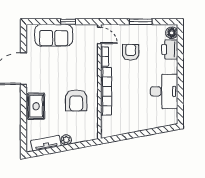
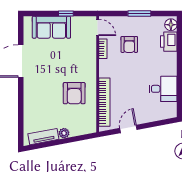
armchair: (131, 52) -> (129, 44), turned 180
bookcase: (106, 91) -> (104, 102), moved
desk: (164, 91) -> (163, 89), width x0.73
rug: (36, 106) -> (33, 99), removed
door: (130, 136) -> (128, 129), added

